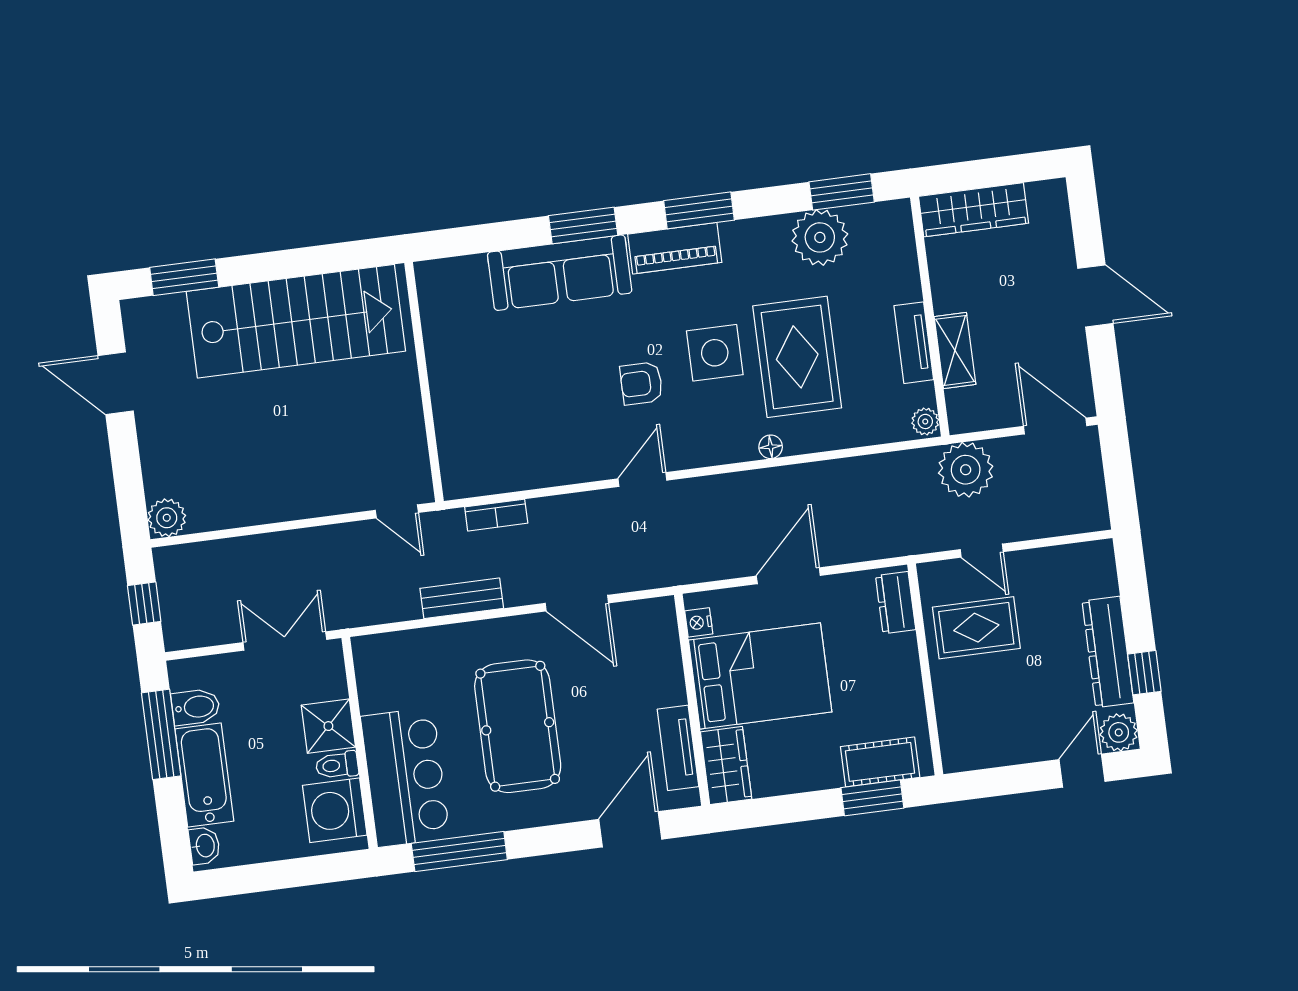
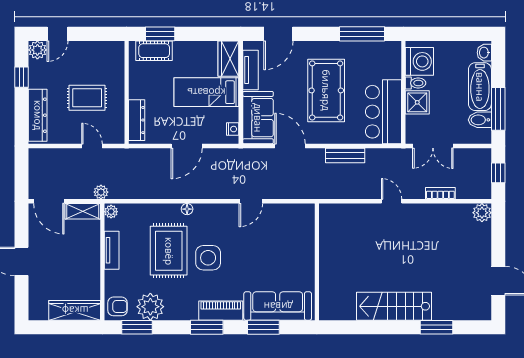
window: (184, 277) -> (437, 327), moved
stairs: (296, 321) -> (394, 306), width x0.73, depth x0.66
shelving: (955, 350) -> (83, 211), moved, turned 90
wall: (424, 382) -> (317, 262), moved
armchair: (641, 383) -> (118, 306), moved
plant: (966, 470) -> (101, 192), width x0.53, depth x0.53
door: (397, 511) -> (392, 201), moved
bookcase: (496, 515) -> (440, 193), moved
dresser: (896, 603) -> (137, 120), width x1.44
rug: (976, 628) -> (87, 98), moved
dresser: (1108, 652) -> (38, 115), moved
sofa: (650, 653) -> (258, 118), added
bed: (760, 676) -> (206, 92), width x0.67
bar counter: (405, 777) -> (383, 112), moved

